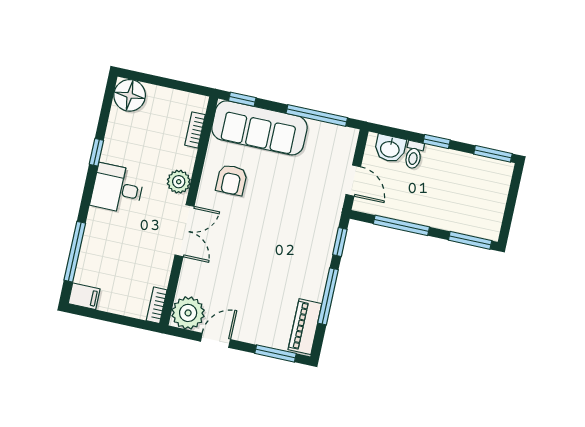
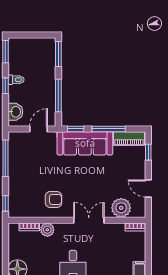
sofa: (259, 128) -> (85, 143), moved, turned 90
toilet: (414, 155) -> (16, 80), moved
plant: (179, 182) -> (47, 230), moved
plant: (188, 313) -> (121, 208), moved
window: (275, 353) -> (148, 152), width x0.67

